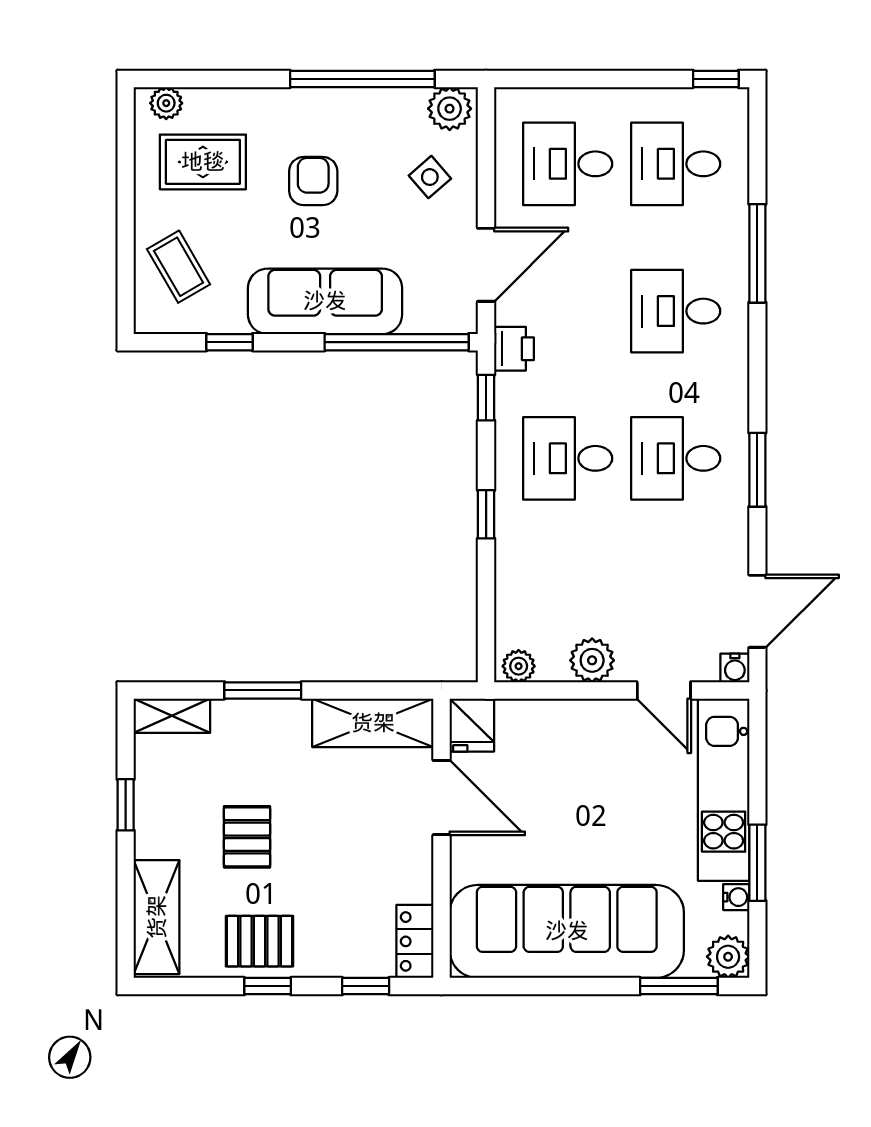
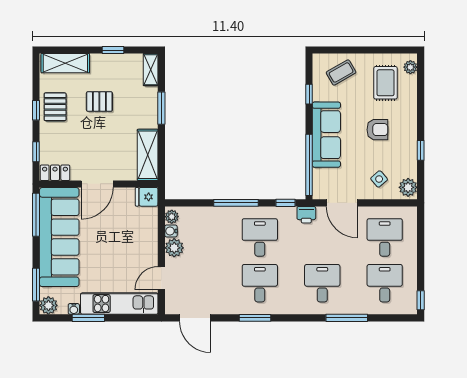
window: (362, 79) -> (421, 150), width x0.32
window: (486, 514) -> (236, 203), width x2.17
water cooler: (735, 668) -> (171, 231), moved
door: (441, 798) -> (97, 184), moved
window: (514, 986) -> (36, 215), added

